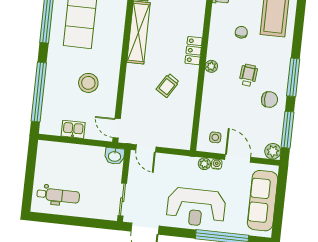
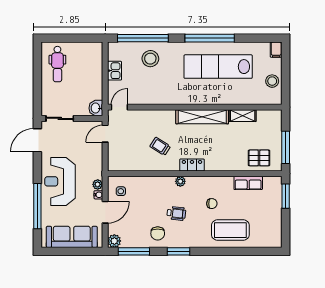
window: (293, 77) -> (179, 251), width x0.69
stool: (88, 83) -> (150, 59), moved

